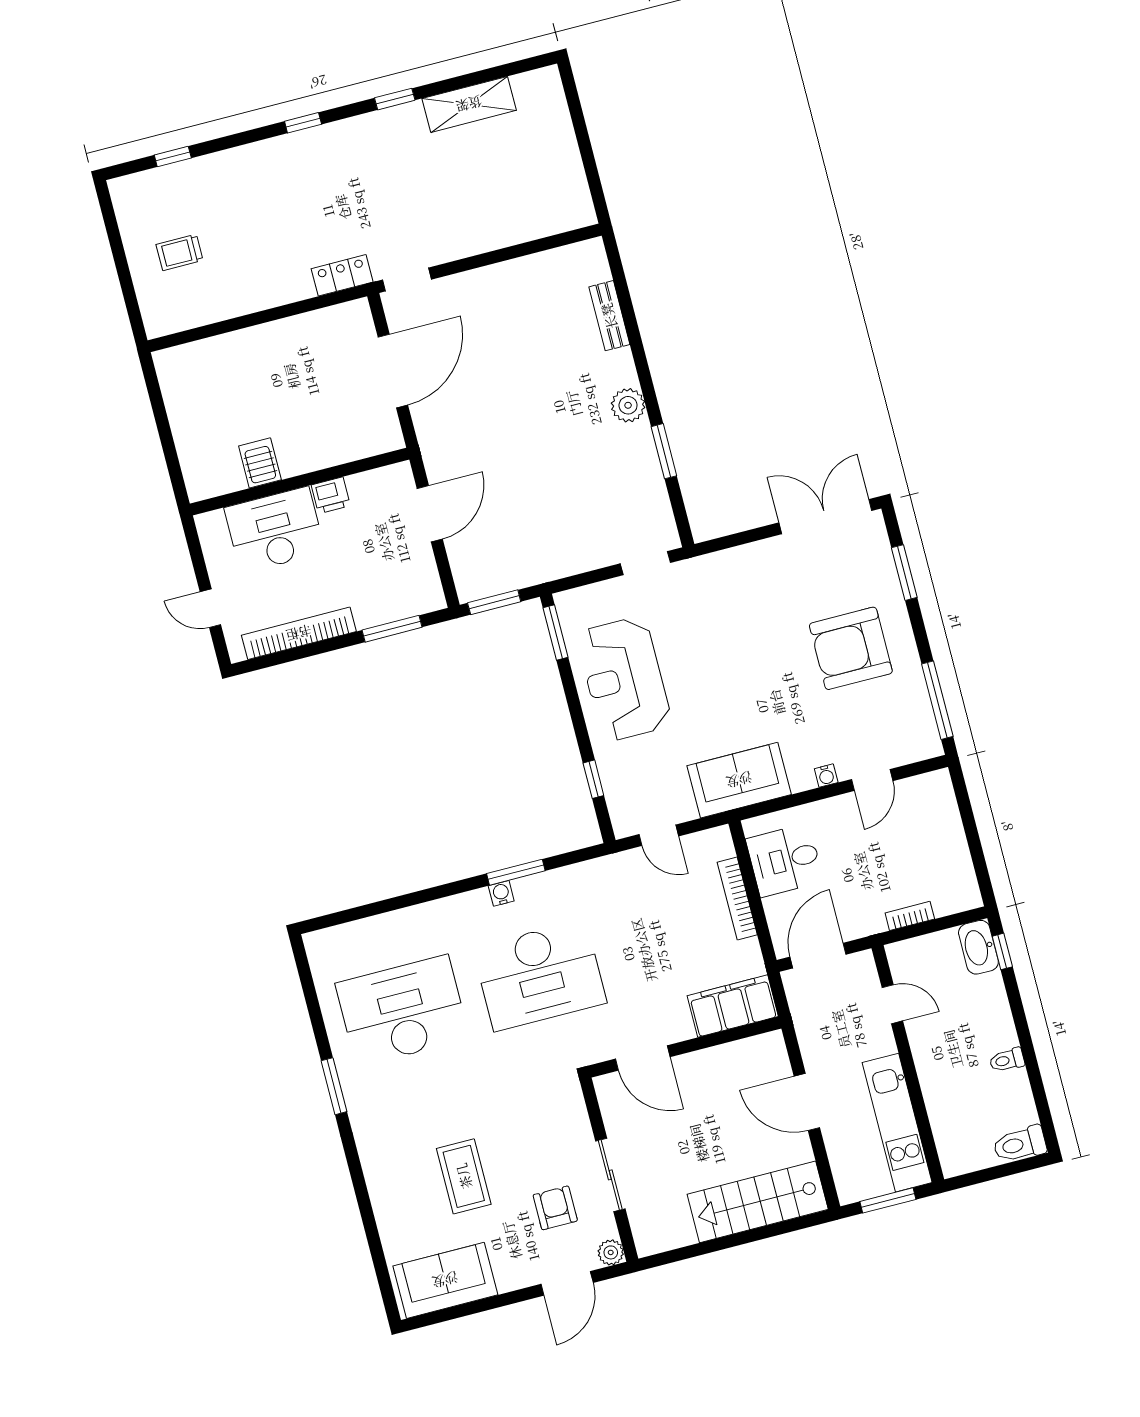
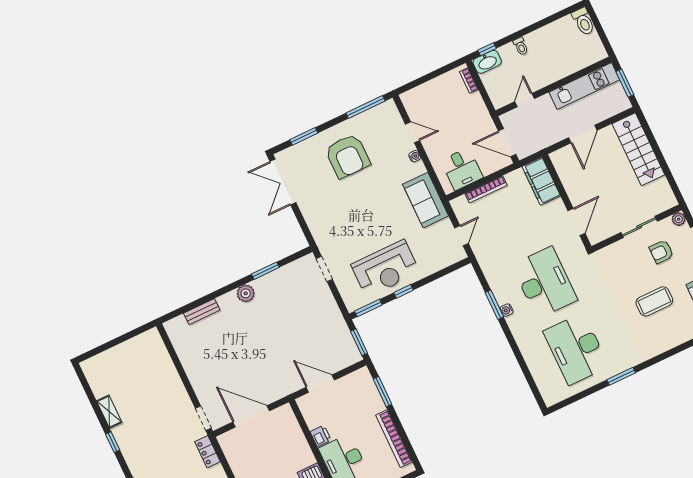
shelving: (469, 104) -> (109, 412), width x0.67, depth x0.75
window: (593, 779) -> (403, 291), moved
bookcase: (910, 916) -> (469, 80), moved
toilet: (1007, 1060) -> (521, 46), moved

